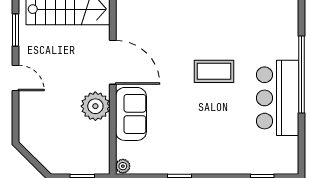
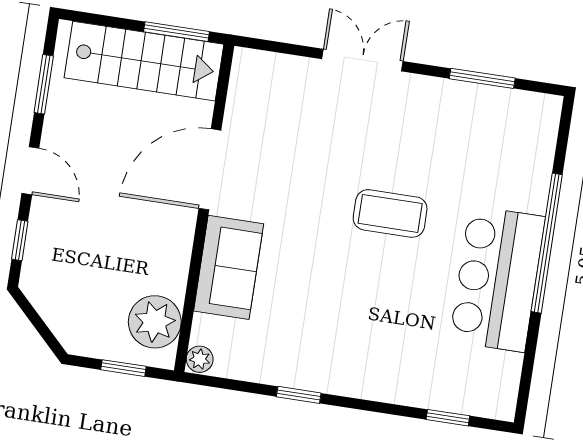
door: (113, 62) -> (210, 169), swing flipped
plant: (95, 106) -> (155, 322), moved
window: (15, 117) -> (20, 240), added

